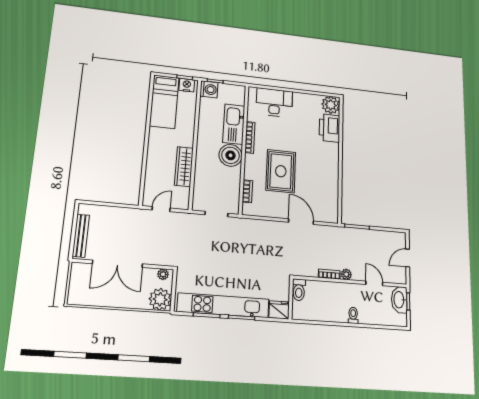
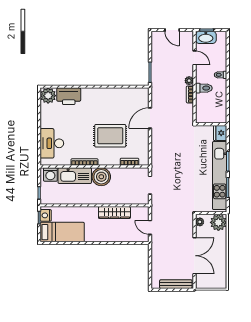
washing machine: (209, 89) -> (50, 174), moved, turned 180
door: (374, 283) -> (194, 58), swing flipped
toilet: (299, 290) -> (204, 88), moved

